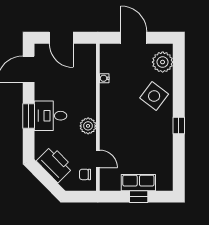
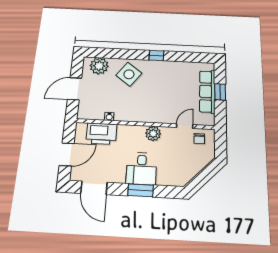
printer: (55, 164) -> (101, 134), moved, turned -135
row of seats: (138, 183) -> (207, 91), width x1.48

